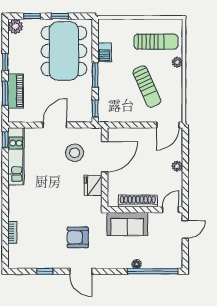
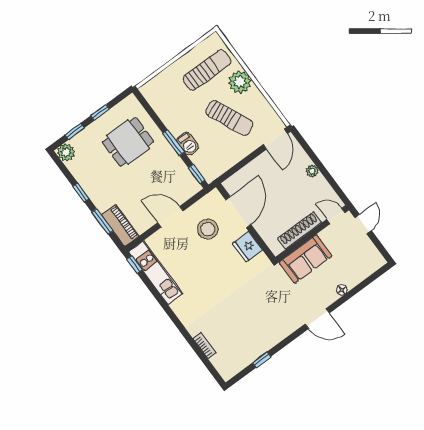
dining table: (64, 51) -> (128, 142), width x0.53, depth x0.80
barbecue: (104, 52) -> (188, 144), moved
plant: (177, 62) -> (240, 82), width x1.88, depth x1.88
piano: (16, 91) -> (120, 225), moved
door: (55, 125) -> (170, 217), hinge flipped
door: (171, 210) -> (336, 216), hinge flipped
armchair: (78, 237) -> (269, 305), removed
door: (81, 271) -> (317, 319), moved
window: (153, 271) -> (362, 286), removed

